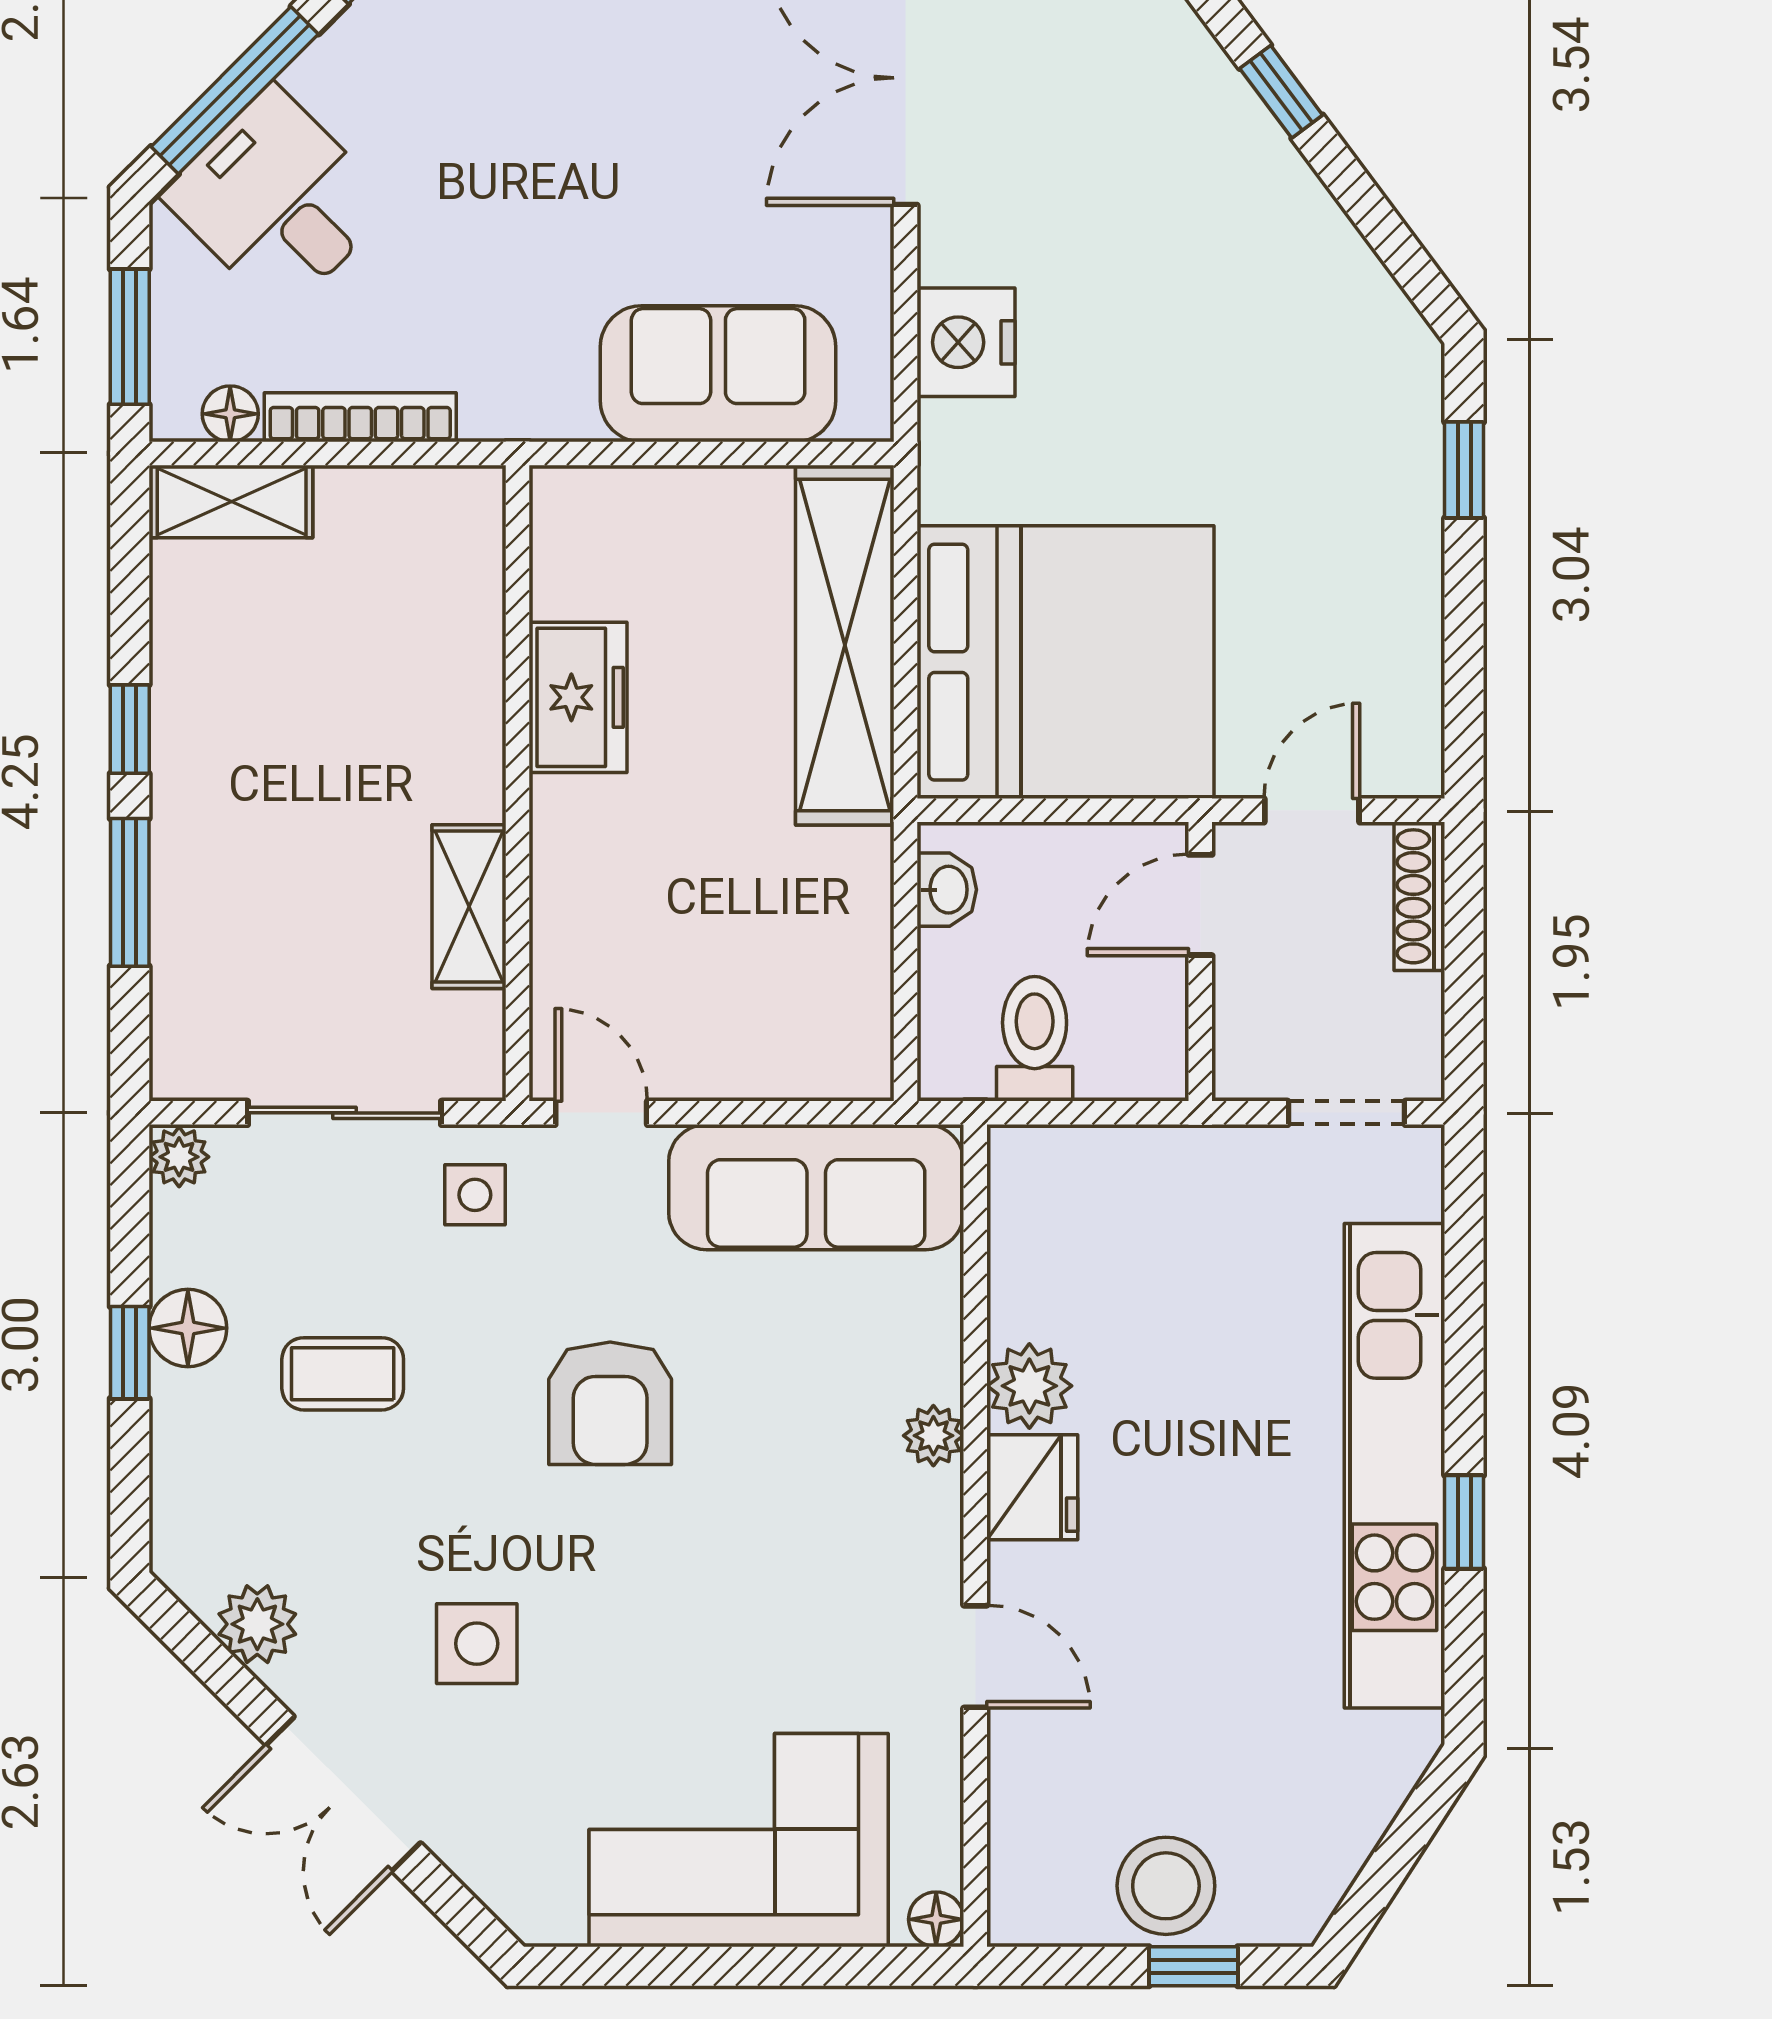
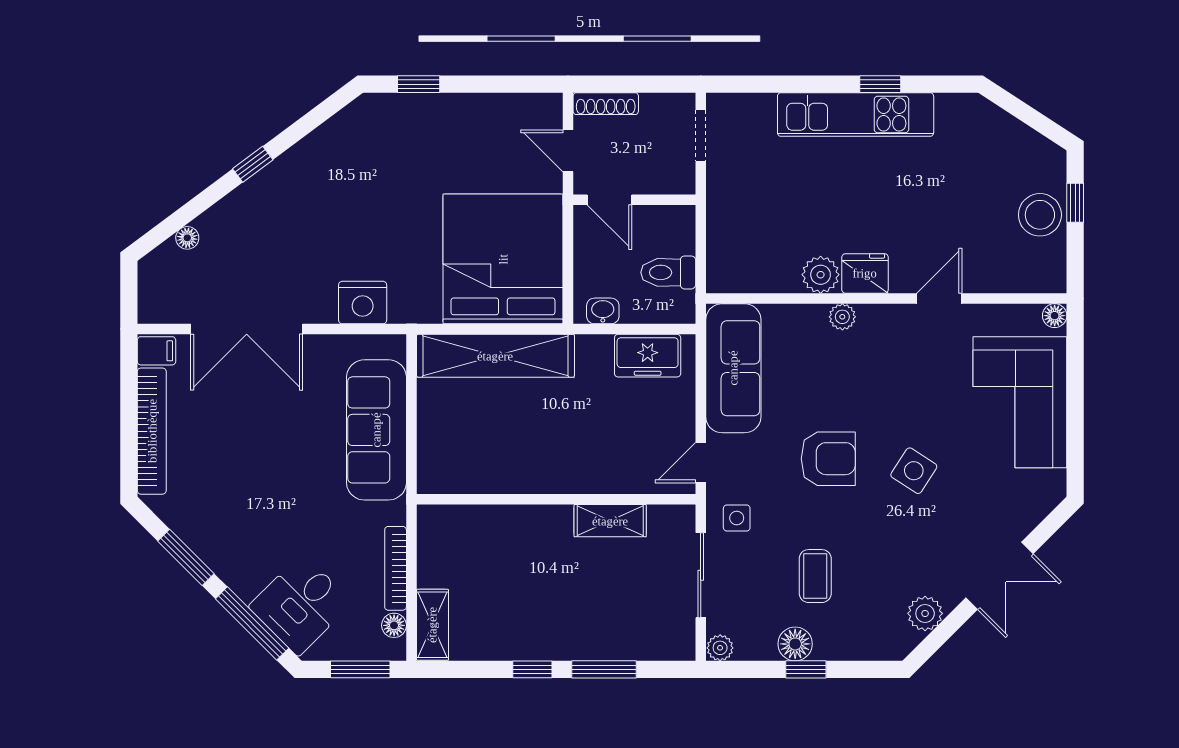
sofa: (718, 374) -> (376, 430), width x1.36
freezer: (578, 697) -> (648, 356), moved, turned 180
kitchen unit: (1395, 1466) -> (856, 115), width x0.73
side table: (477, 1644) -> (914, 471), moved, turned 33

